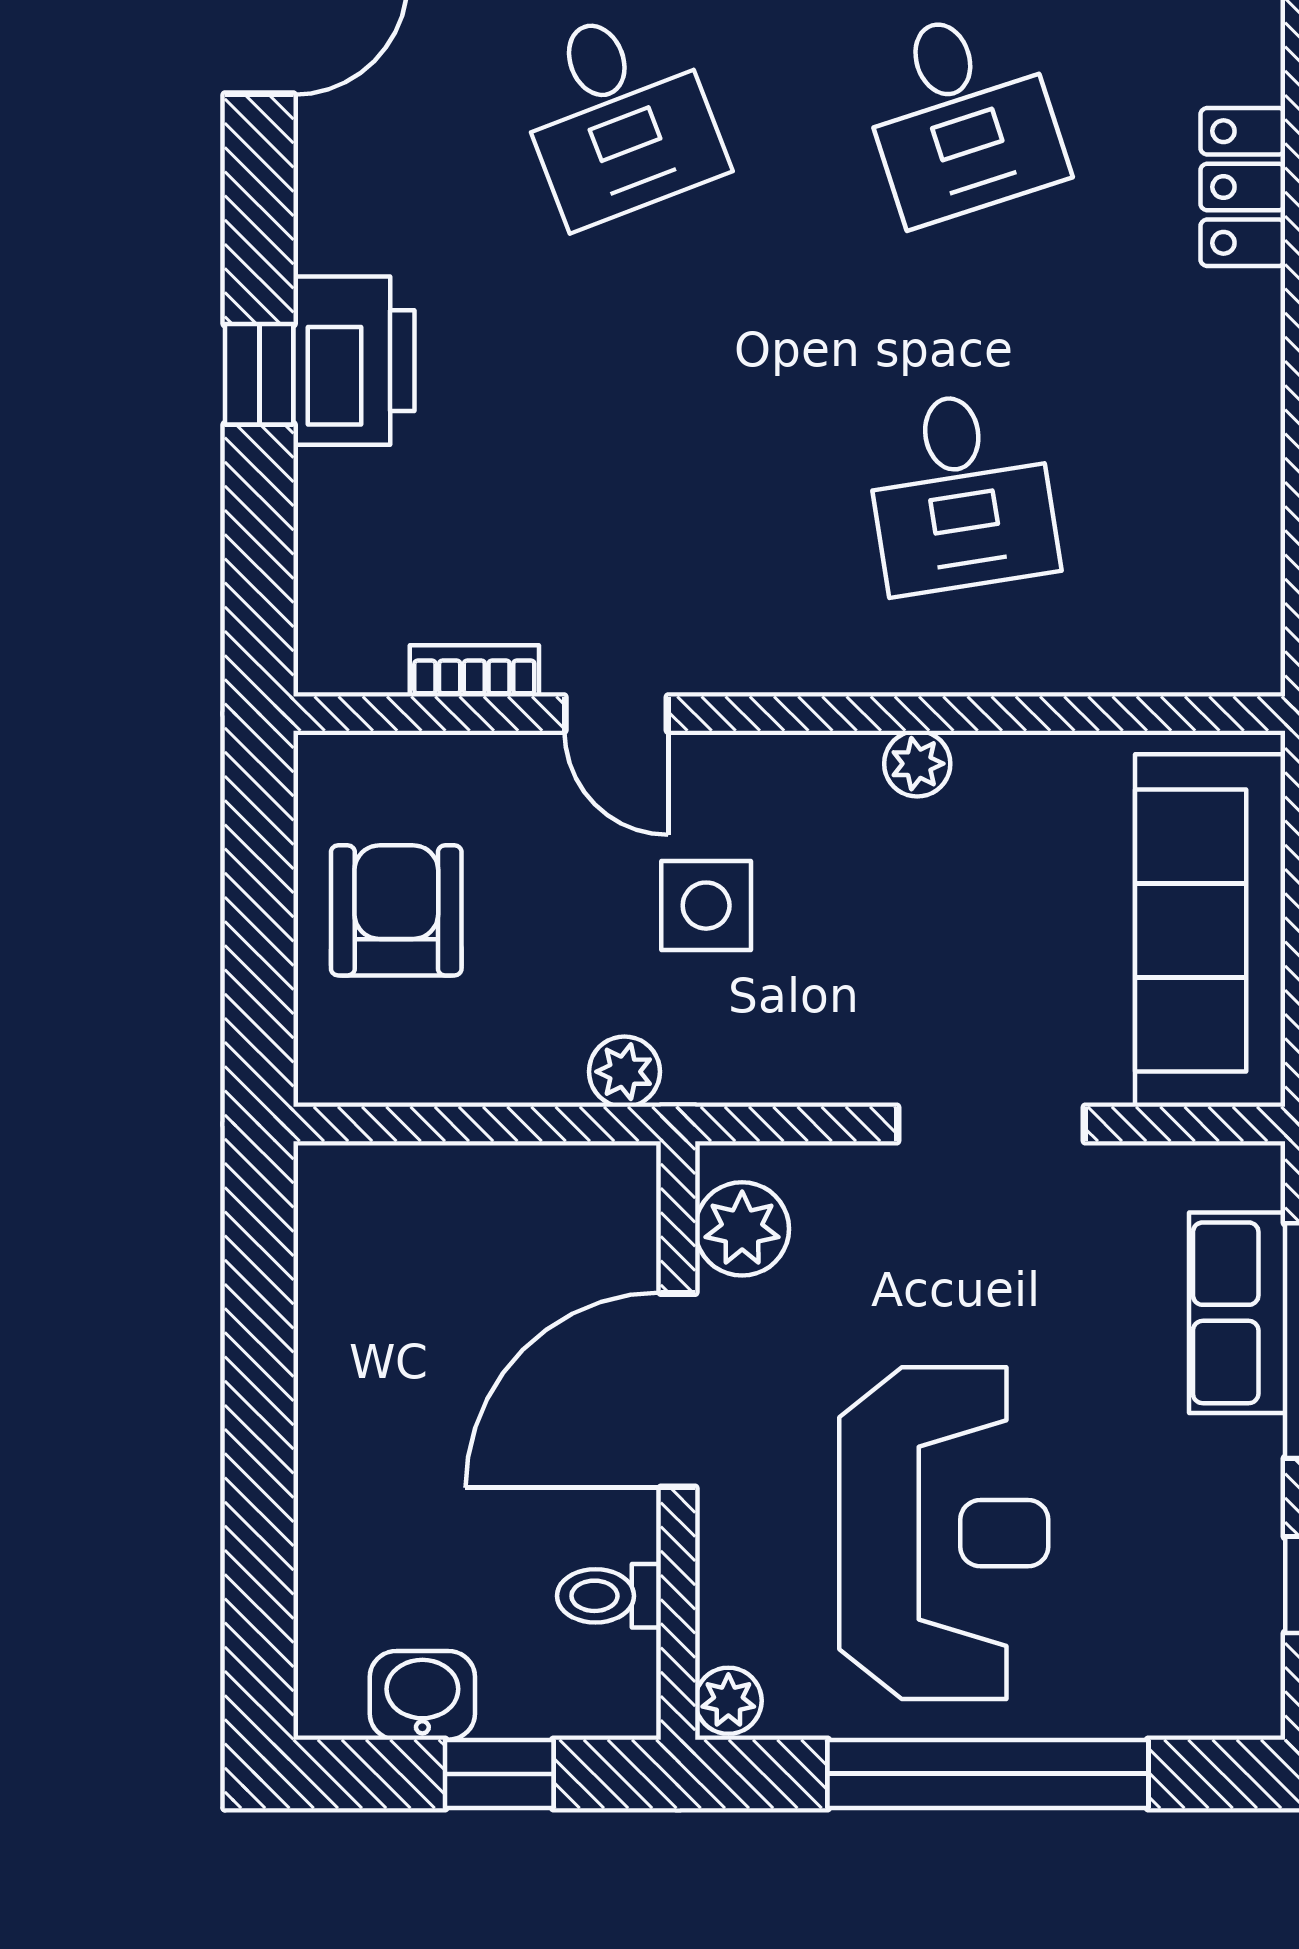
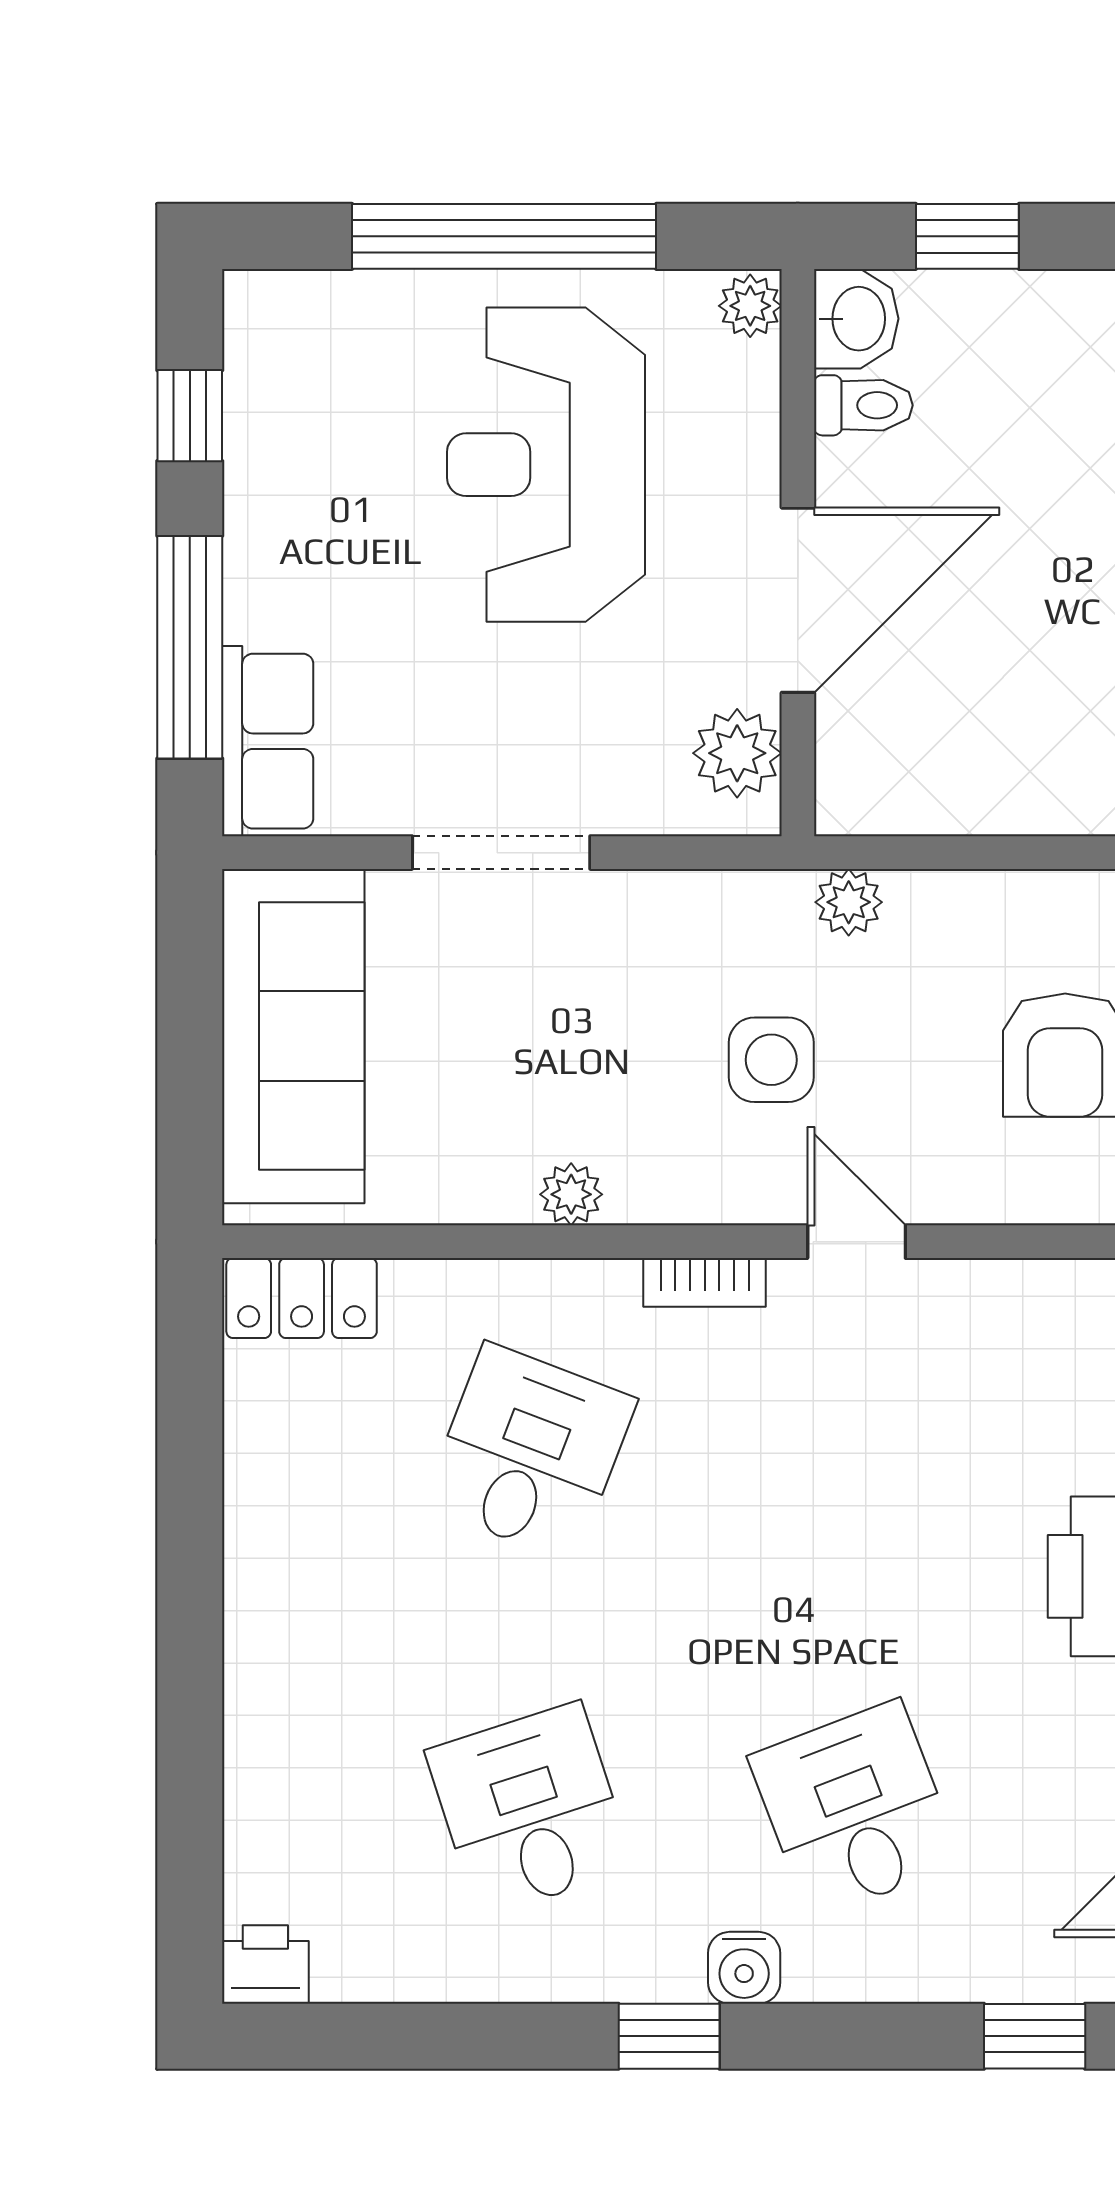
locker: (1243, 187) -> (302, 1298), moved, turned 90
desk: (961, 492) -> (530, 1452), turned 30
bookcase: (474, 671) -> (705, 1282), moved
row of seats: (1237, 1313) -> (268, 741), moved
washbasin: (422, 1695) -> (856, 319), moved, turned -90

